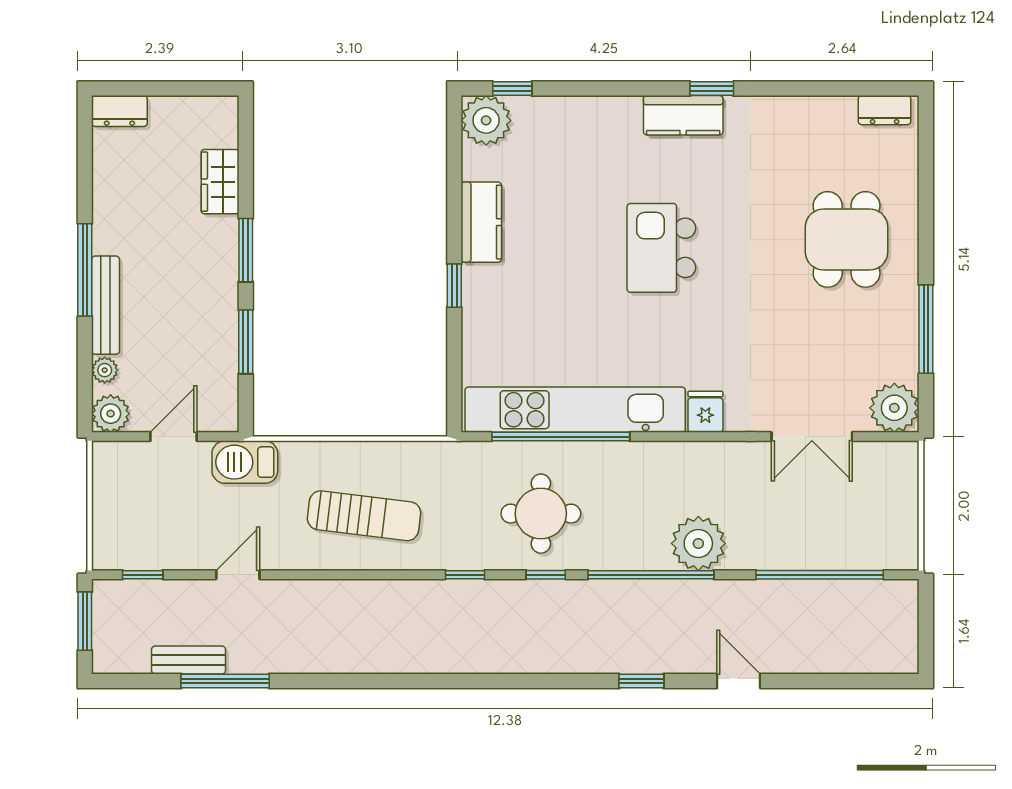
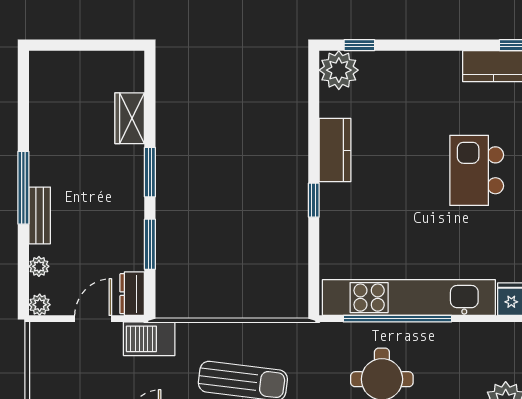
dresser: (119, 111) -> (132, 294), moved, turned 90
bench: (106, 305) -> (40, 215), width x0.73
plant: (111, 414) -> (40, 305), width x0.73, depth x0.73

